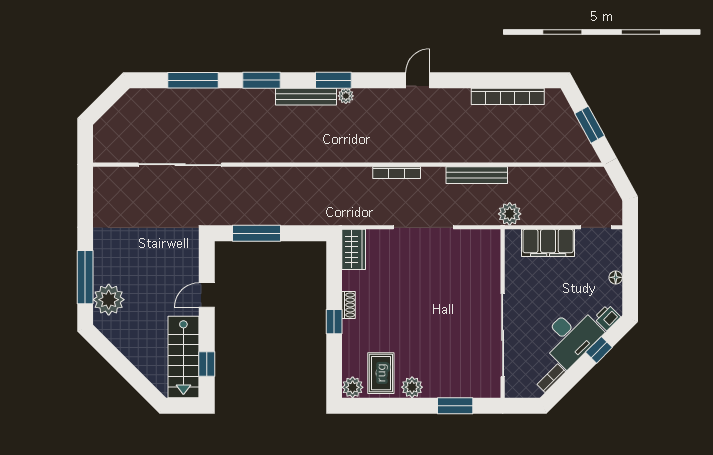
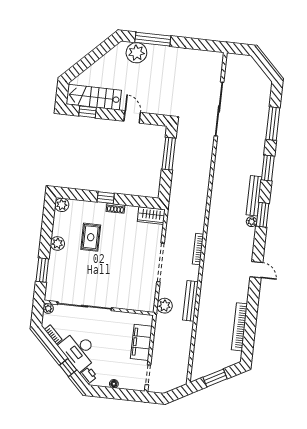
plant: (510, 214) -> (165, 306), moved
rug: (381, 373) -> (91, 237), moved, turned 90
plant: (512, 390) -> (48, 308), added

